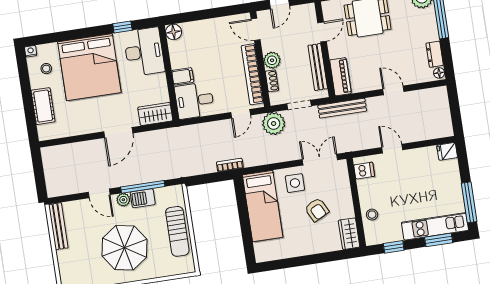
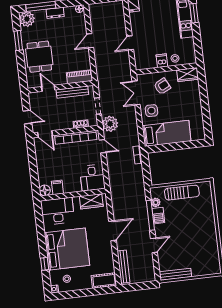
window: (122, 27) -> (45, 264), moved
door: (256, 29) -> (45, 134), hinge flipped
dresser: (435, 54) -> (55, 13), moved
plant: (272, 60) -> (67, 123), removed
filing cabinet: (183, 76) -> (57, 187), moved
cot: (43, 106) -> (104, 281), moved
bench: (342, 108) -> (123, 267), moved
wardrobe: (155, 114) -> (91, 201), moved, turned -90
door: (118, 132) -> (112, 231), hinge flipped
dishwasher: (364, 171) -> (162, 61), moved
plant: (123, 200) -> (156, 202), moved
armchair: (317, 210) -> (162, 86), moved
window: (394, 247) -> (198, 44), removed
parasol: (124, 248) -> (192, 229), removed

